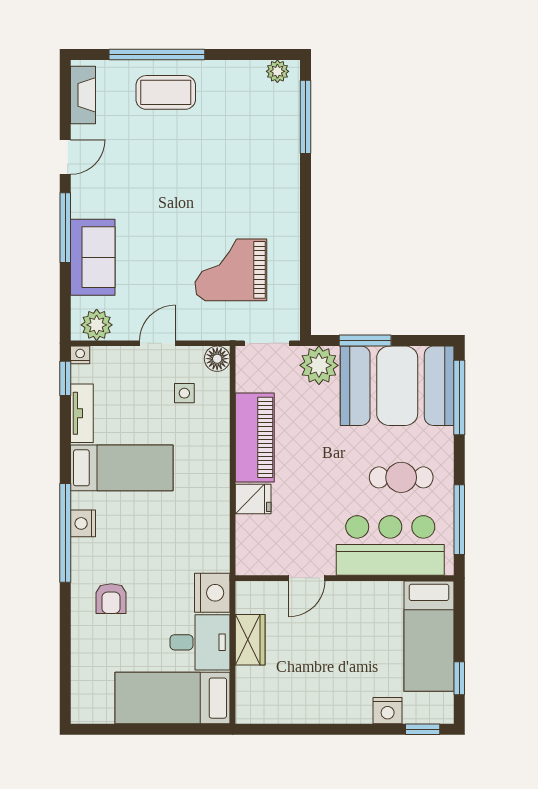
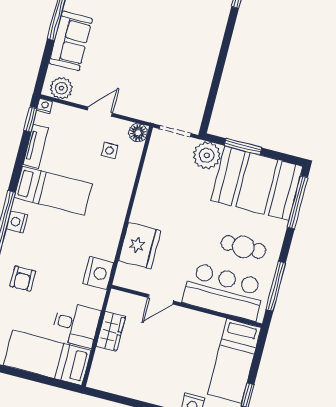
grand piano: (231, 270) -> (163, 74), removed
piano: (255, 437) -> (150, 193), removed
fridge: (253, 499) -> (140, 246), width x1.88, depth x1.34
nightstand: (212, 593) -> (98, 273), moved

